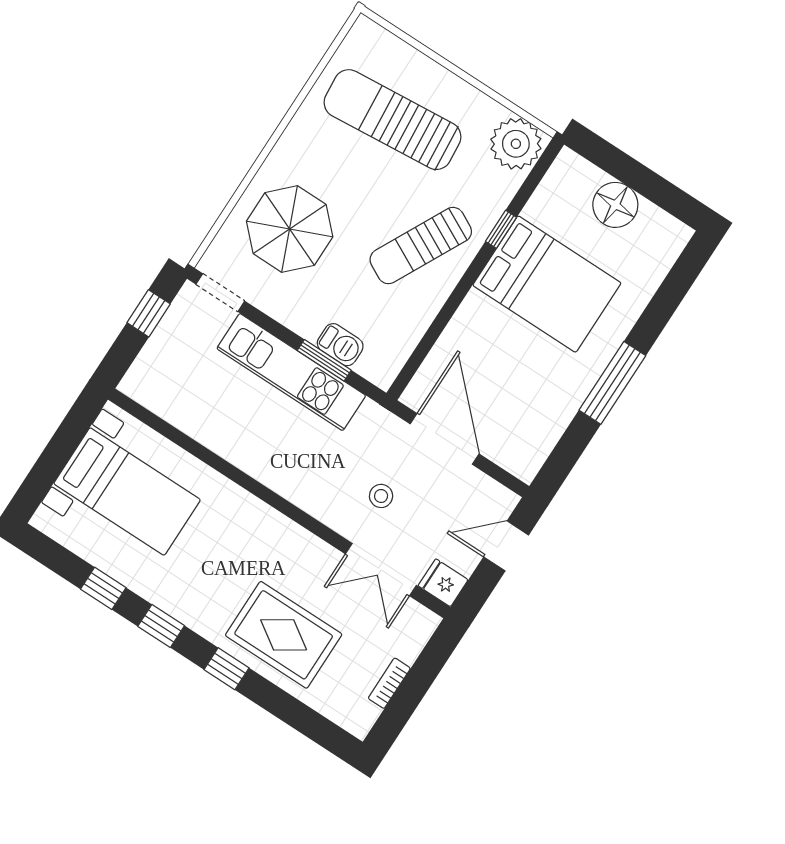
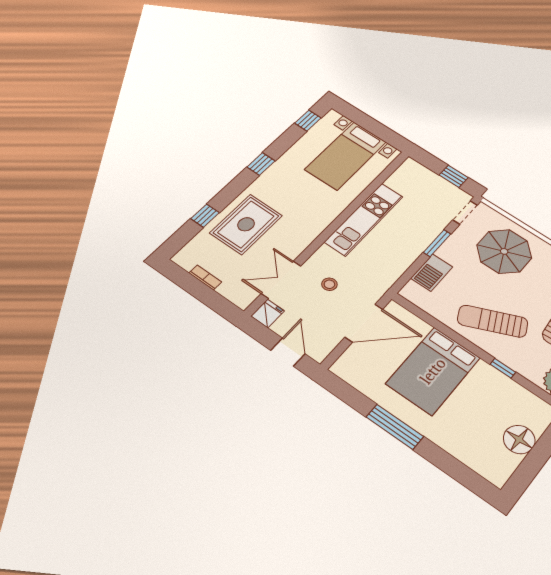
sun lounger: (421, 246) -> (493, 321), turned -52
bed: (547, 284) -> (433, 371), moved
barbecue: (340, 345) -> (432, 273), width x1.38, depth x1.27
window: (324, 360) -> (437, 243), moved
kitchen unit: (291, 372) -> (364, 219), moved, turned 180
window: (103, 588) -> (308, 121), moved
window: (227, 669) -> (205, 216), moved

